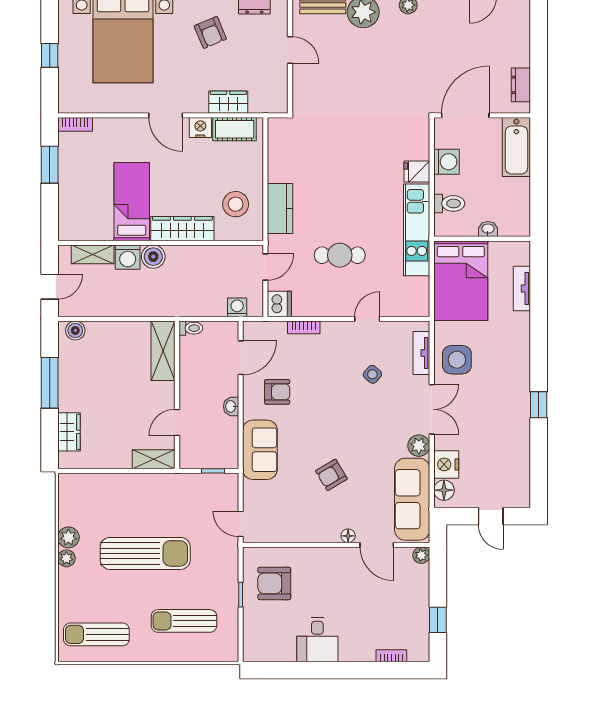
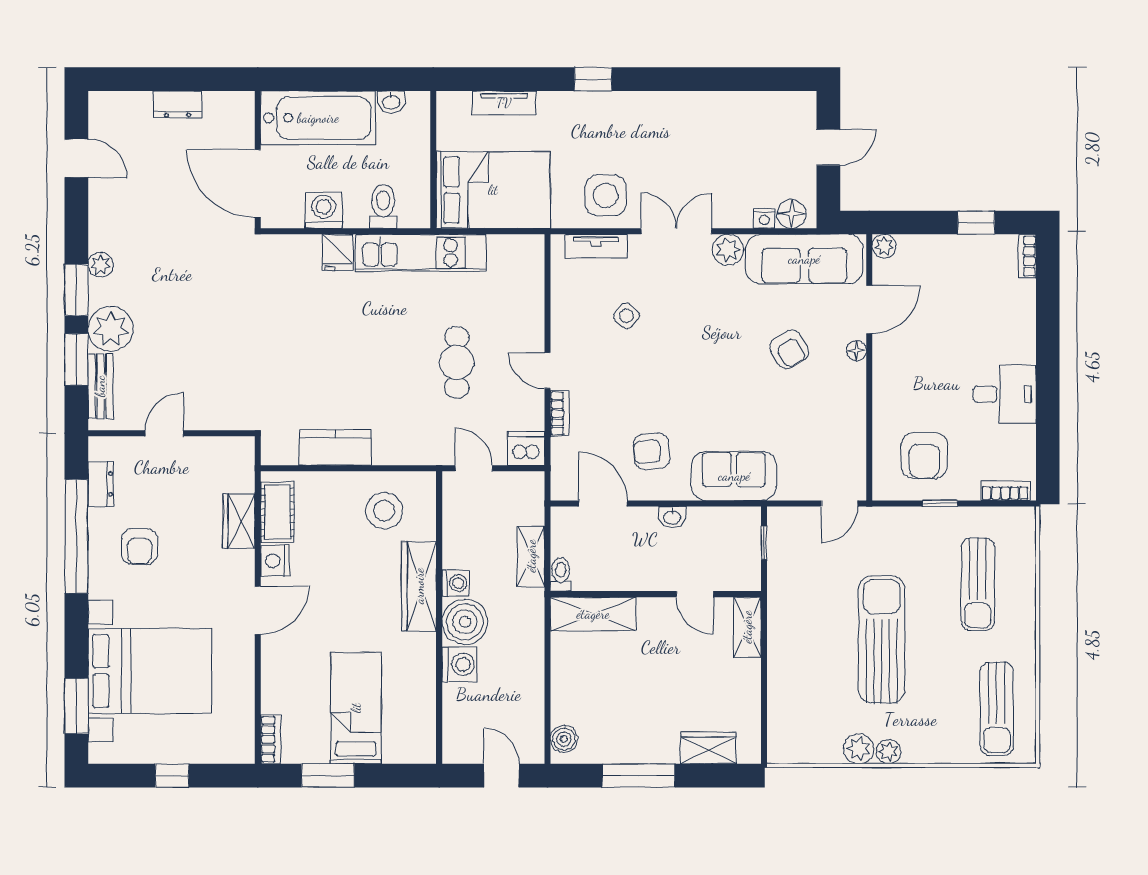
armchair: (210, 32) -> (140, 547), turned 113
dresser: (521, 85) -> (178, 104), moved
bathtub: (516, 147) -> (318, 118), width x1.36, depth x1.36
bed: (132, 202) -> (356, 708), moved, turned 90
kitchen counter: (280, 209) -> (335, 447), moved
washbasin: (488, 229) -> (391, 102), moved, turned -90
shelving: (93, 254) -> (531, 556), moved
boiler: (153, 257) -> (465, 622), width x1.37, depth x1.37
washing machine: (237, 307) -> (455, 583), moved, turned 180
door: (367, 319) -> (547, 371), moved
armchair: (277, 392) -> (651, 451), turned -95
window: (539, 405) -> (593, 79), moved
nightstand: (446, 464) -> (764, 218), width x0.53, depth x0.56
armchair: (331, 475) -> (789, 349), moved
bookcase: (250, 640) -> (1005, 491), added
bookcase: (391, 656) -> (1027, 256), moved

